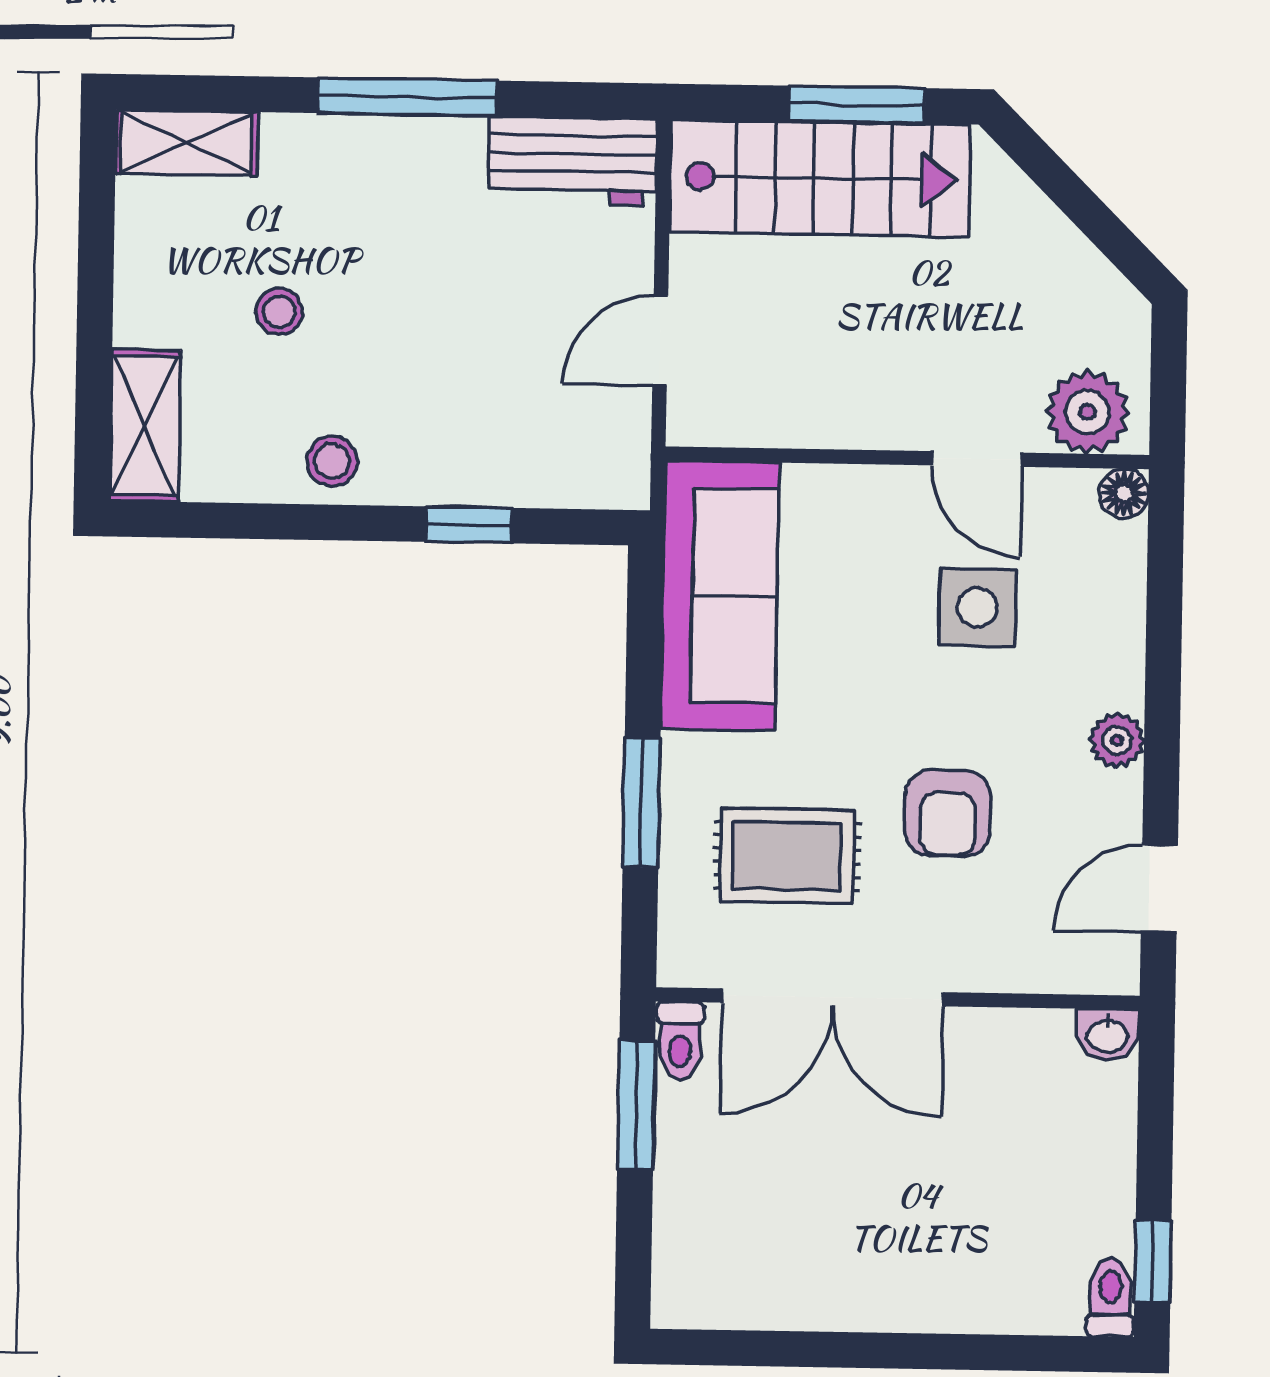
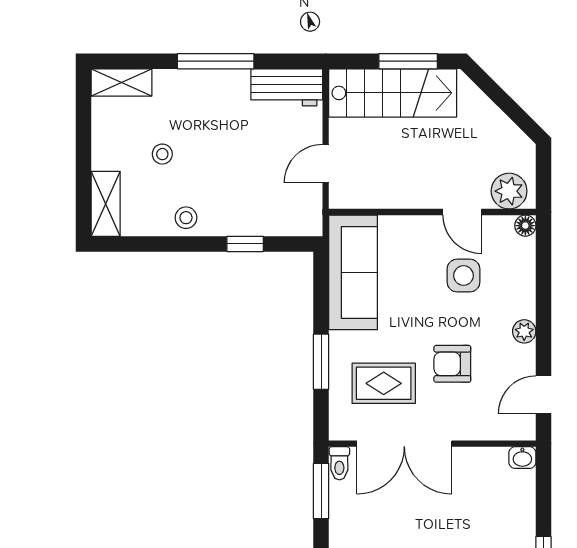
armchair: (948, 813) -> (452, 364), turned 90

